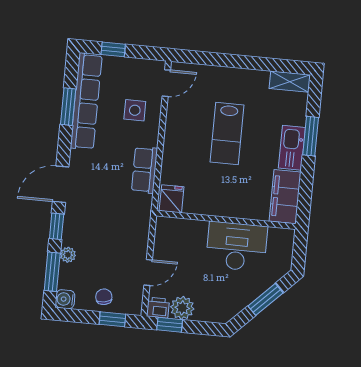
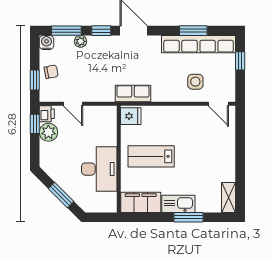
lab bench: (227, 134) -> (151, 156), moved
row of seats: (144, 170) -> (133, 93), moved

